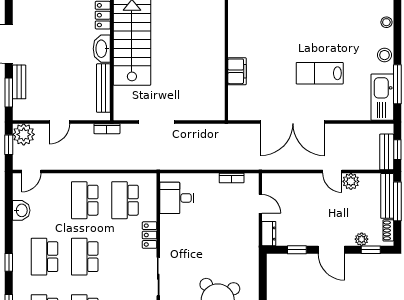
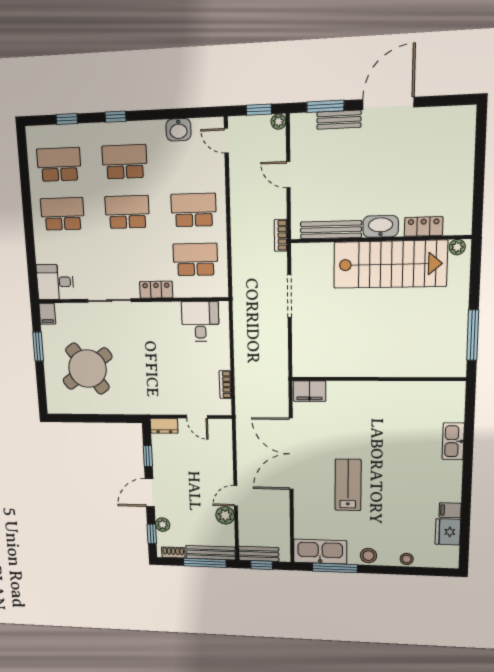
filing cabinet: (237, 71) -> (309, 391), moved
plant: (24, 134) -> (278, 122), width x0.53, depth x0.53
door: (260, 204) -> (197, 417), hinge flipped

